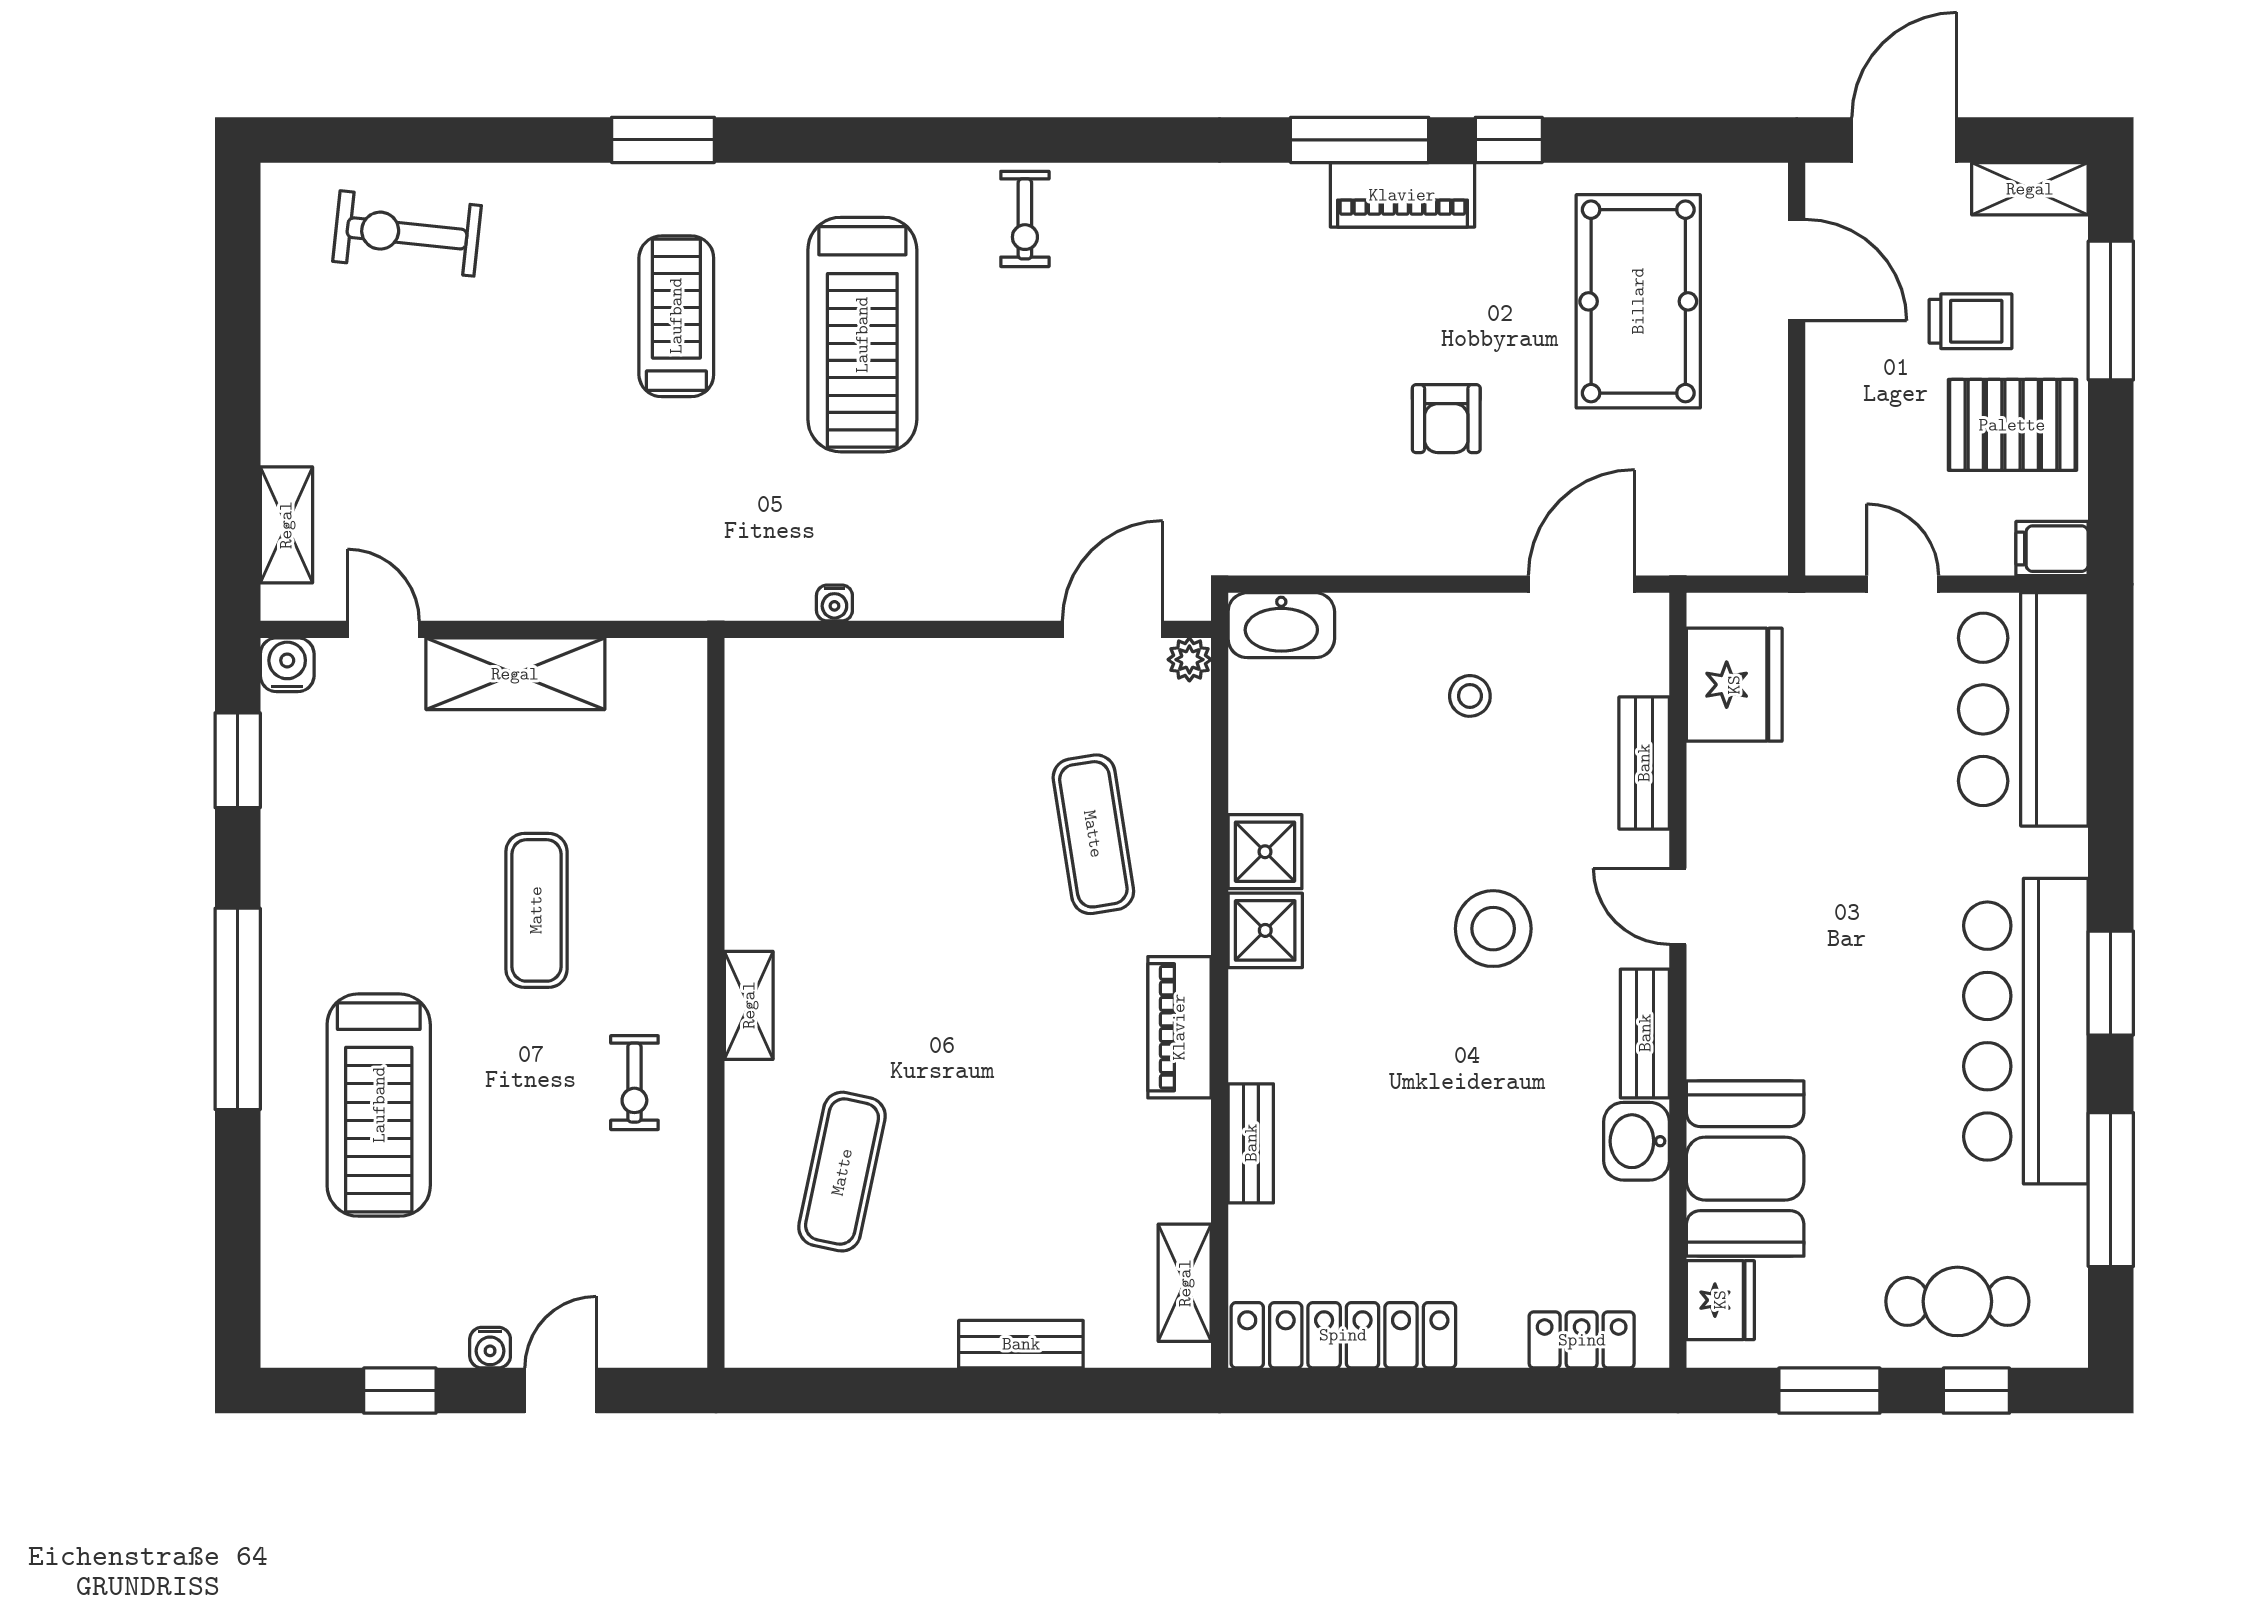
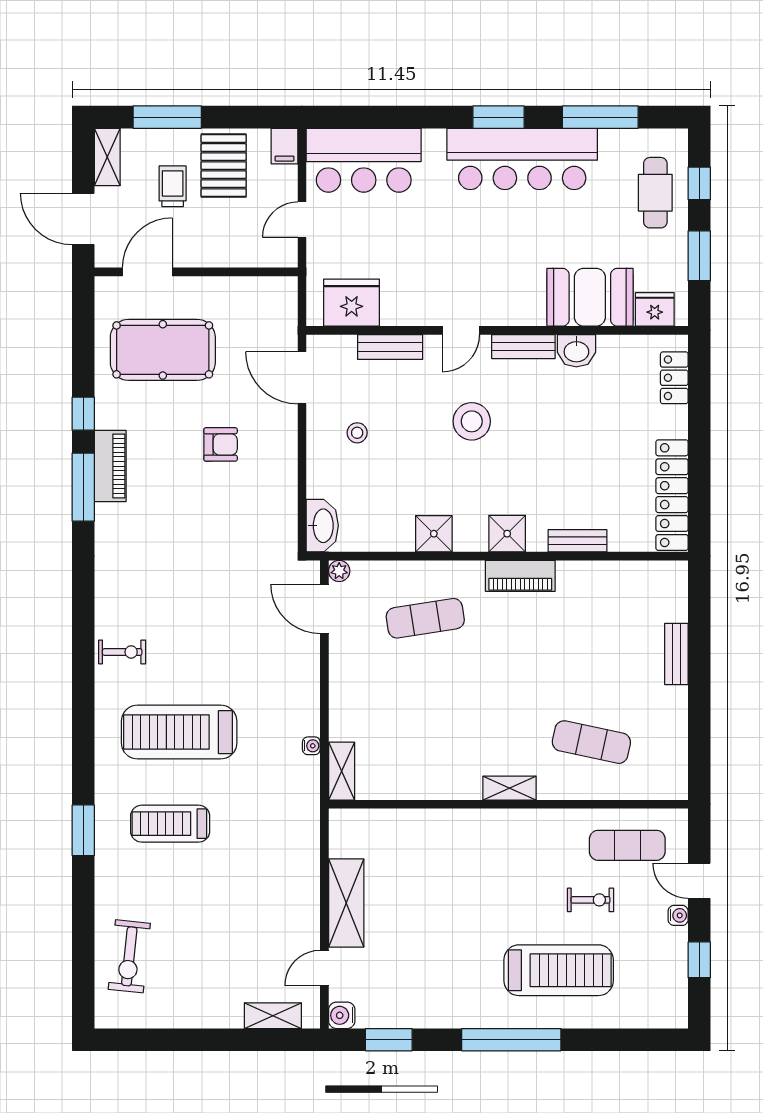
treadmill: (862, 335) -> (179, 732), turned 180
exercise mat: (536, 910) -> (627, 845), moved
shower: (1265, 930) -> (507, 534), moved
exercise bike: (634, 1083) -> (591, 900), moved
shelving: (1185, 1283) -> (342, 771), moved, turned 90

